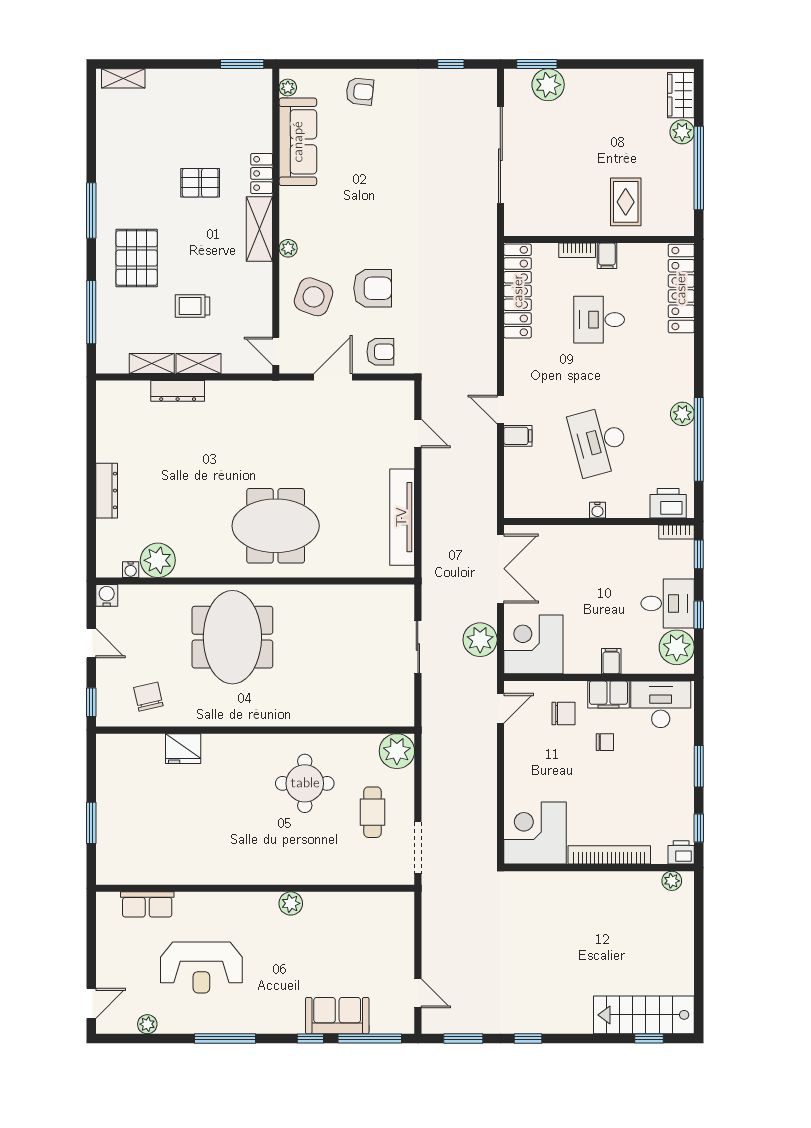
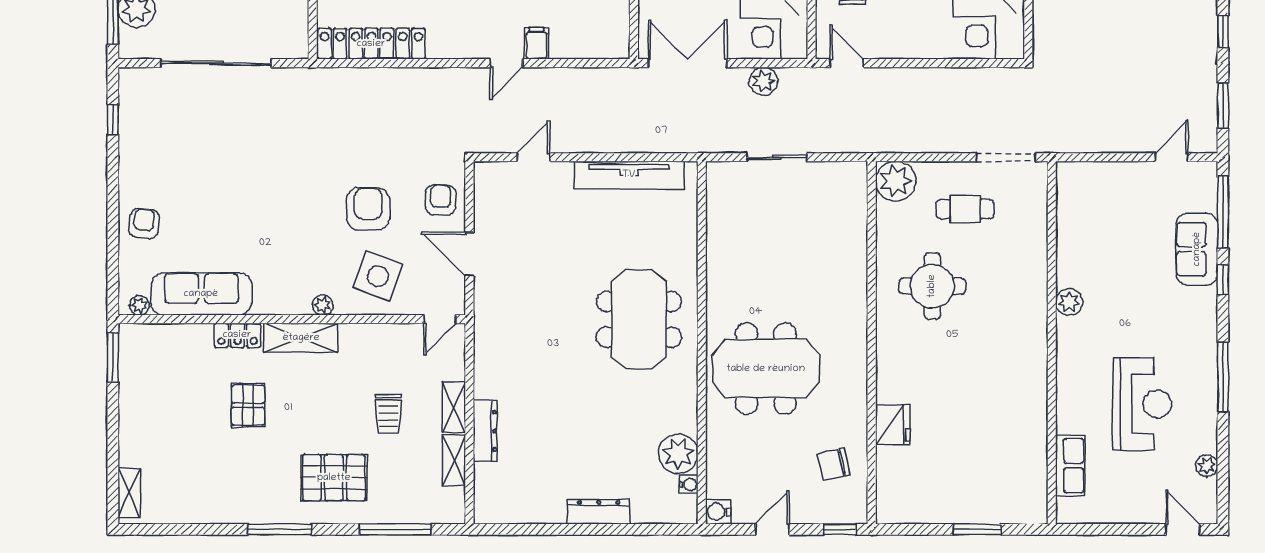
plant: (480, 640) -> (763, 81), width x0.73, depth x0.73

